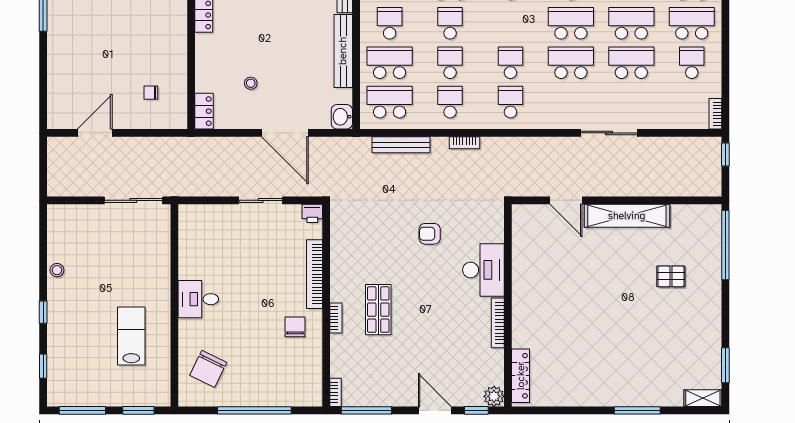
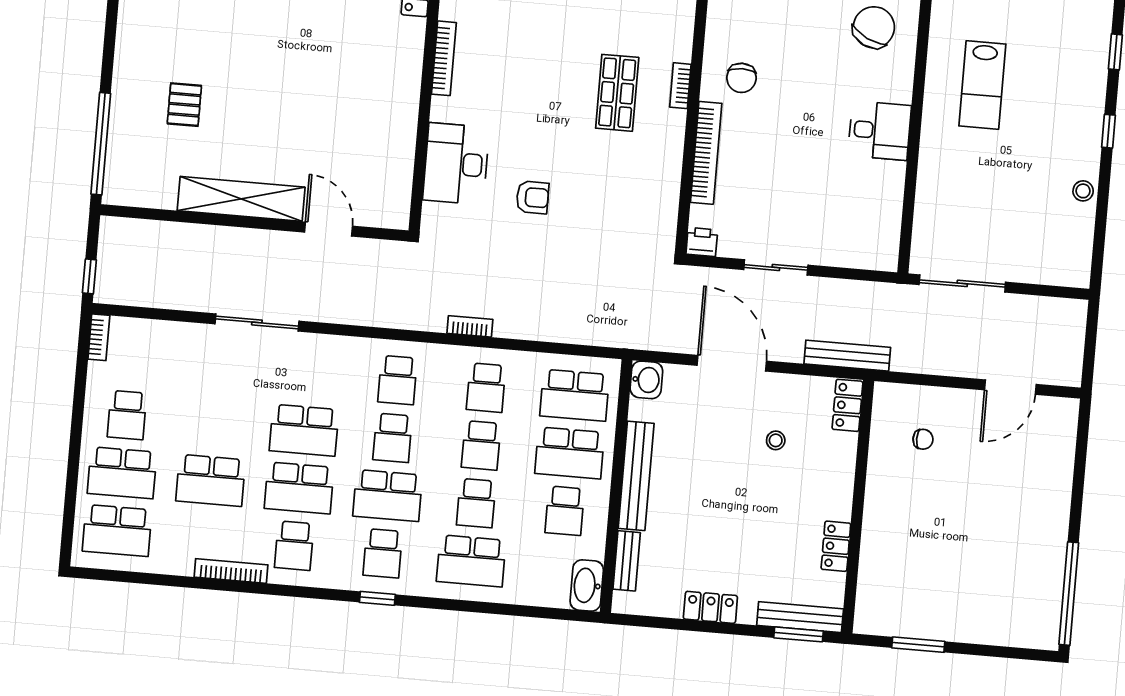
school desk: (631, 63) -> (388, 496), moved
bench: (401, 145) -> (847, 356), moved
desk: (483, 270) -> (456, 164), moved
pallet: (671, 276) -> (184, 105), turned 90

